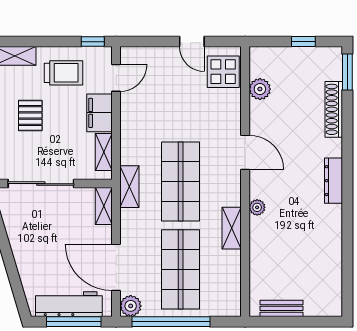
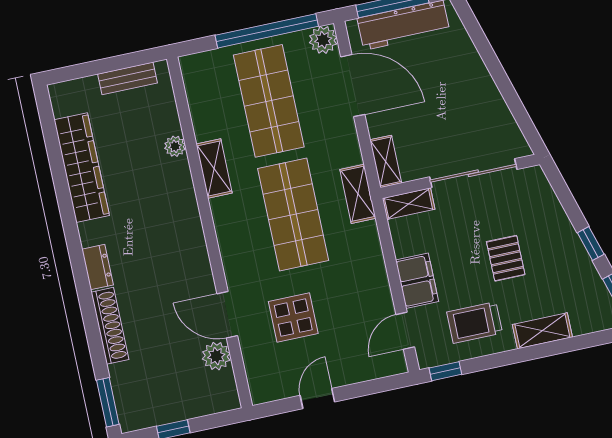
door: (192, 42) -> (317, 399), hinge flipped
display table: (223, 72) -> (293, 318), moved
shoe rack: (334, 109) -> (110, 326), moved
shelving: (104, 152) -> (409, 204), moved, turned 90
door: (245, 152) -> (227, 315), moved
dresser: (334, 181) -> (98, 267), width x0.70
plant: (257, 207) -> (175, 146), moved
wardrobe: (330, 250) -> (82, 168), added

